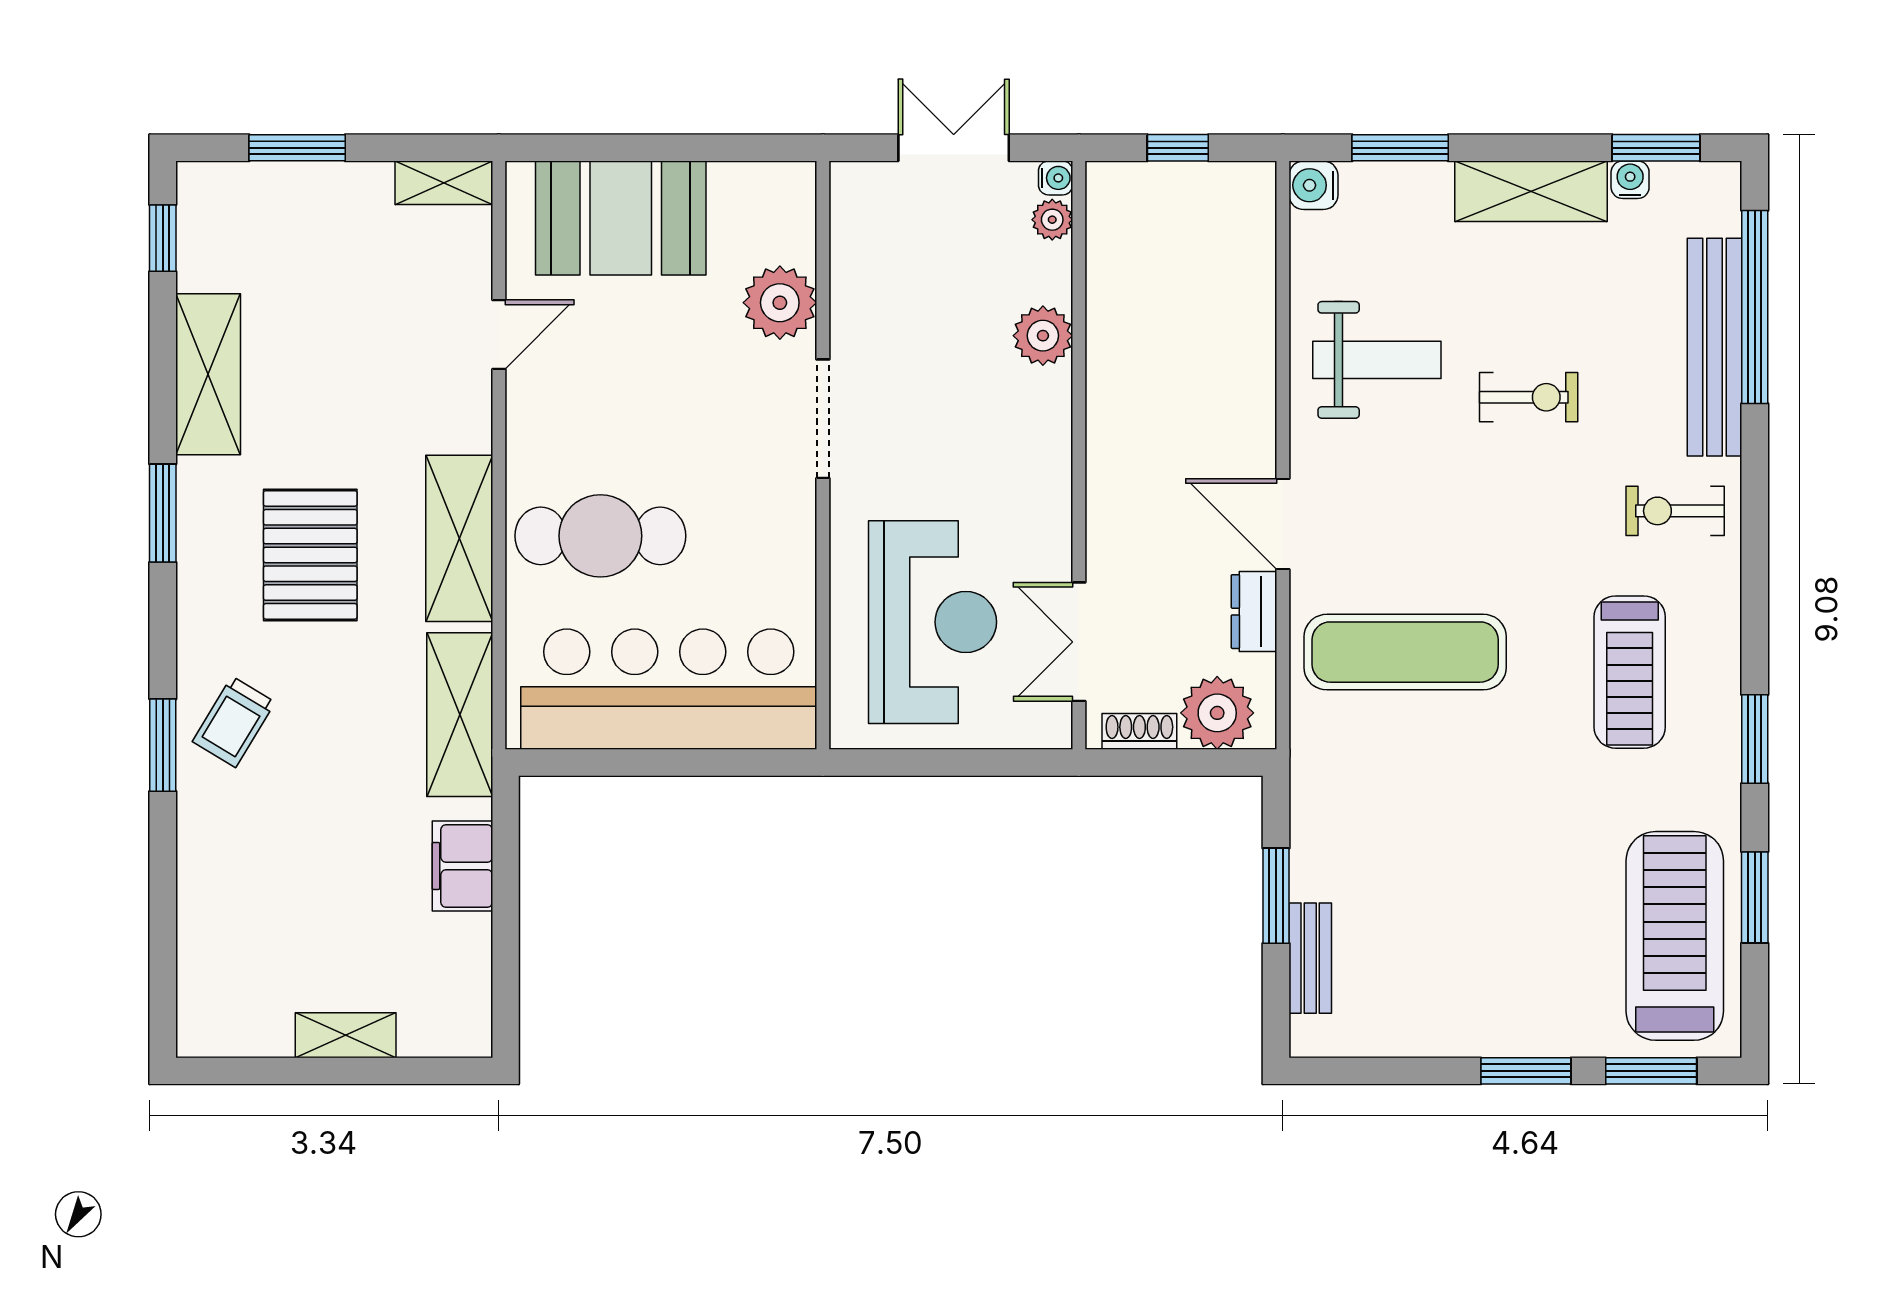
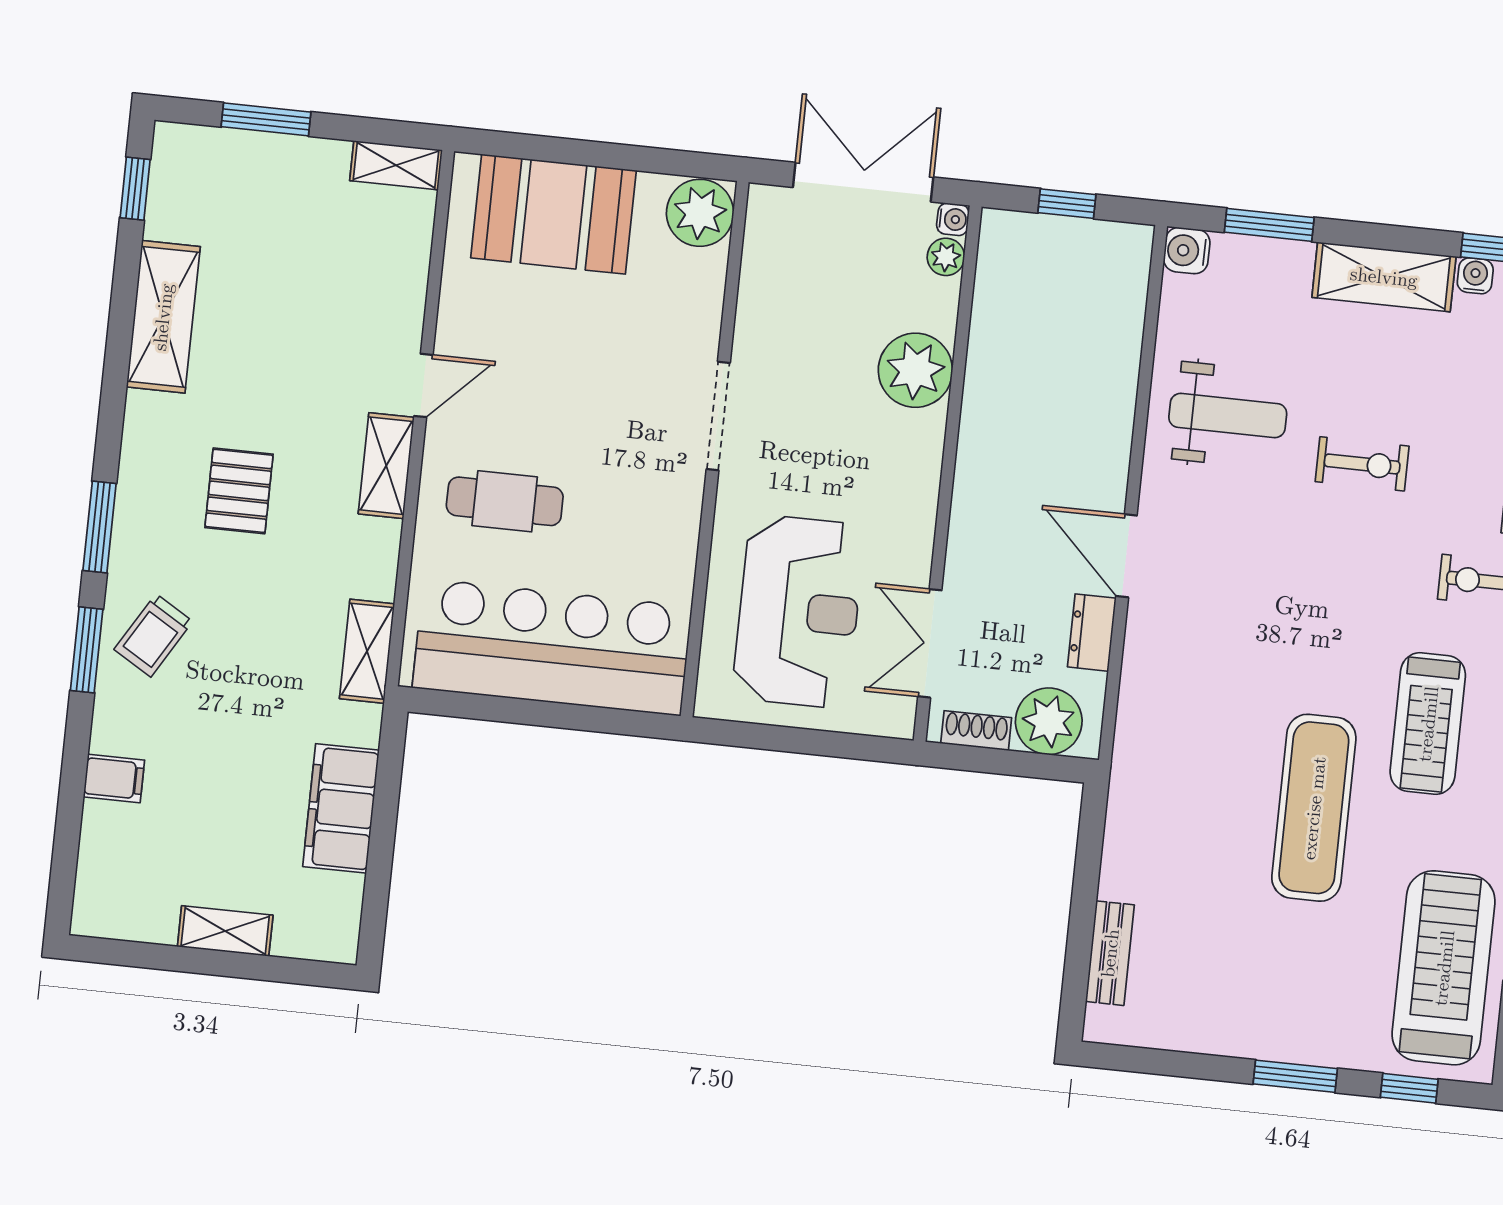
double door: (954, 148) -> (863, 182), width x1.37
plant: (780, 303) -> (700, 213), moved
door: (499, 335) -> (423, 385), moved
plant: (1043, 336) -> (915, 370), width x1.36, depth x1.36
window: (163, 513) -> (100, 527), moved
cafe table: (600, 536) -> (505, 501), width x0.73, depth x0.74
shelving: (459, 538) -> (386, 466), width x0.67, depth x0.75
pallet: (310, 555) -> (239, 491), width x0.67, depth x0.71
exercise mat: (1405, 652) -> (1314, 808), moved, turned 90
shelving: (460, 715) -> (367, 651), width x0.67, depth x0.75
filing cabinet: (462, 866) -> (341, 808), width x1.50, depth x1.17
filing cabinet: (207, 882) -> (114, 778), added
window: (1276, 896) -> (1085, 893), removed
window: (1651, 1071) -> (1409, 1088), width x0.67

